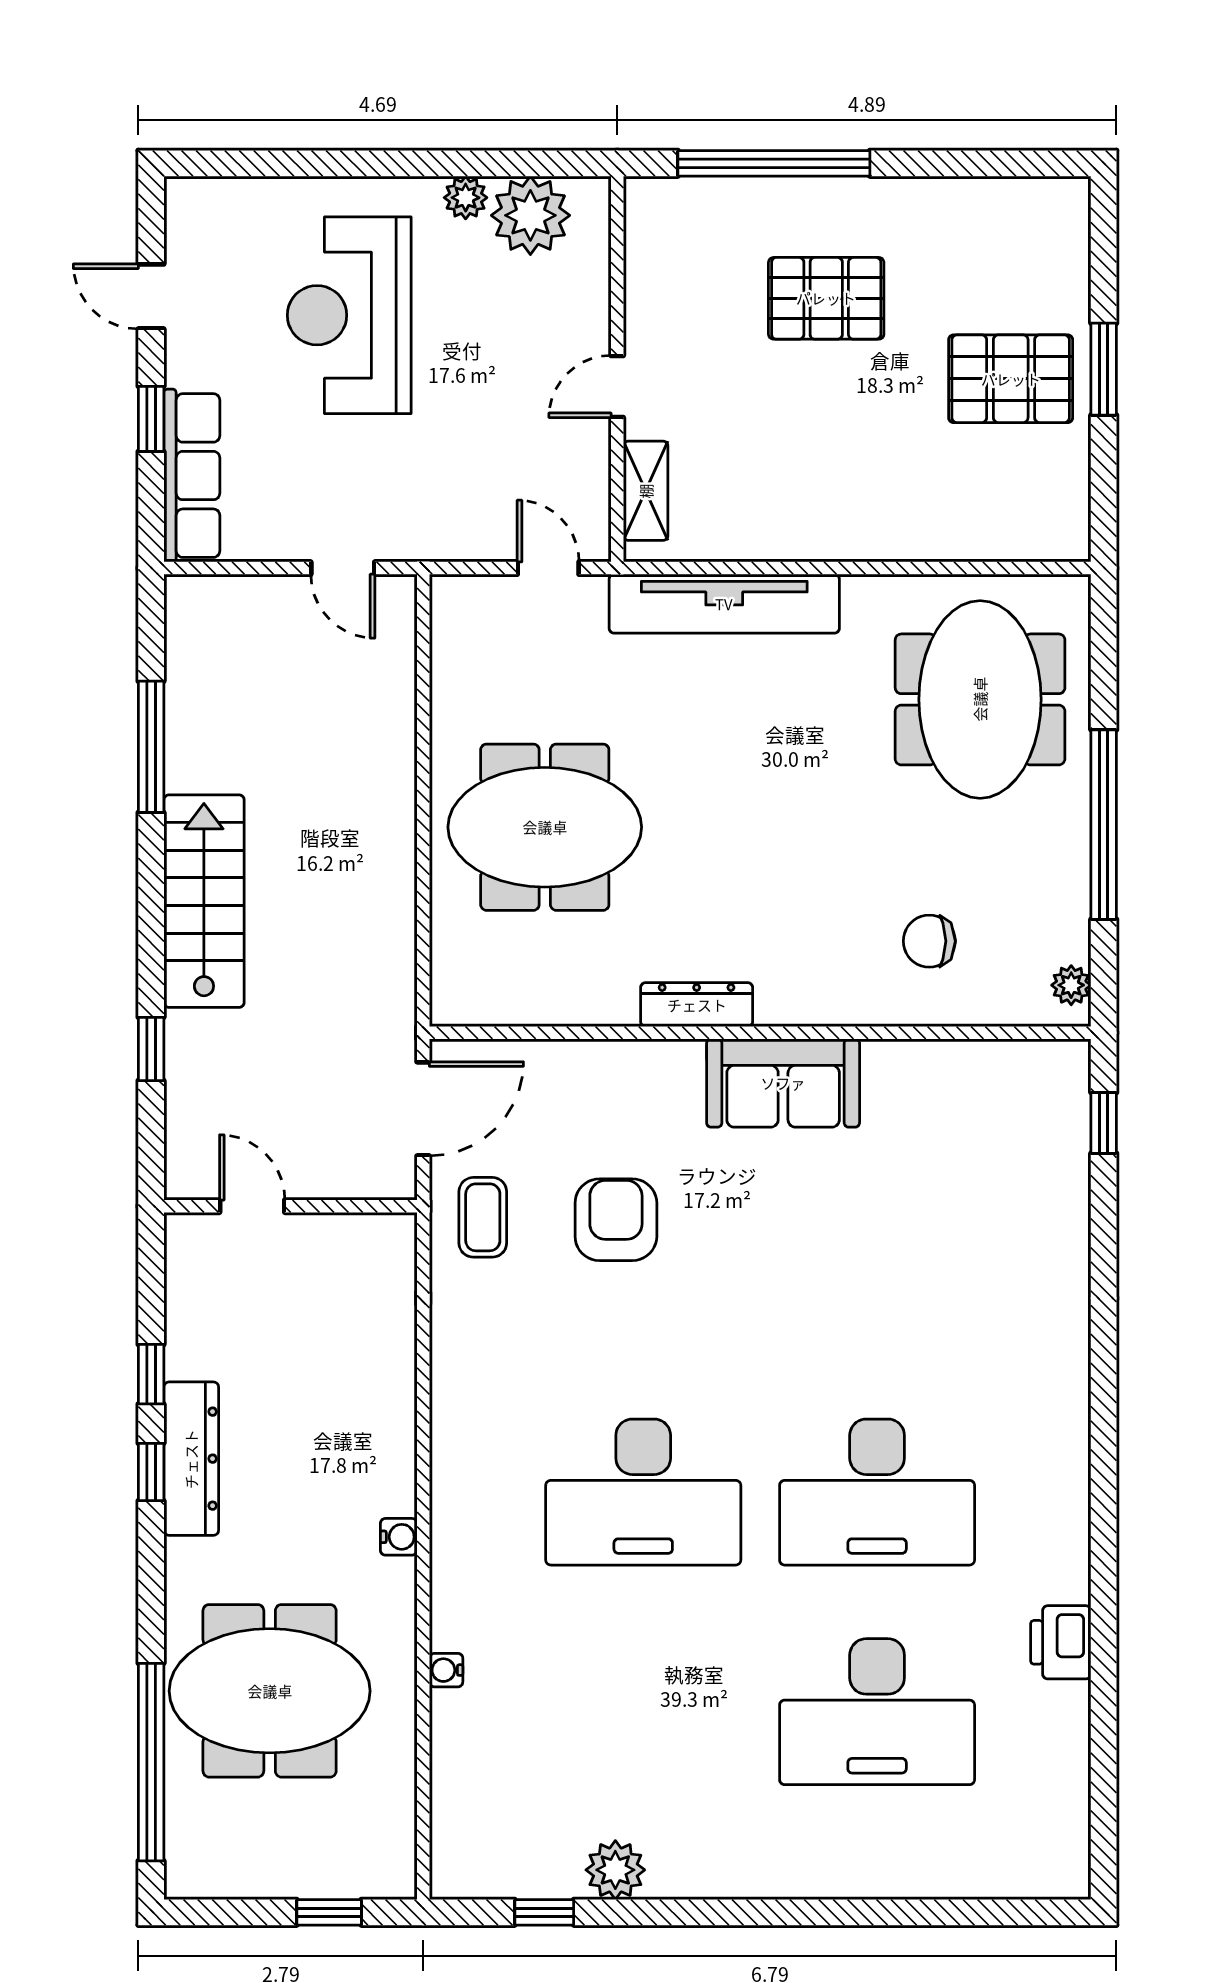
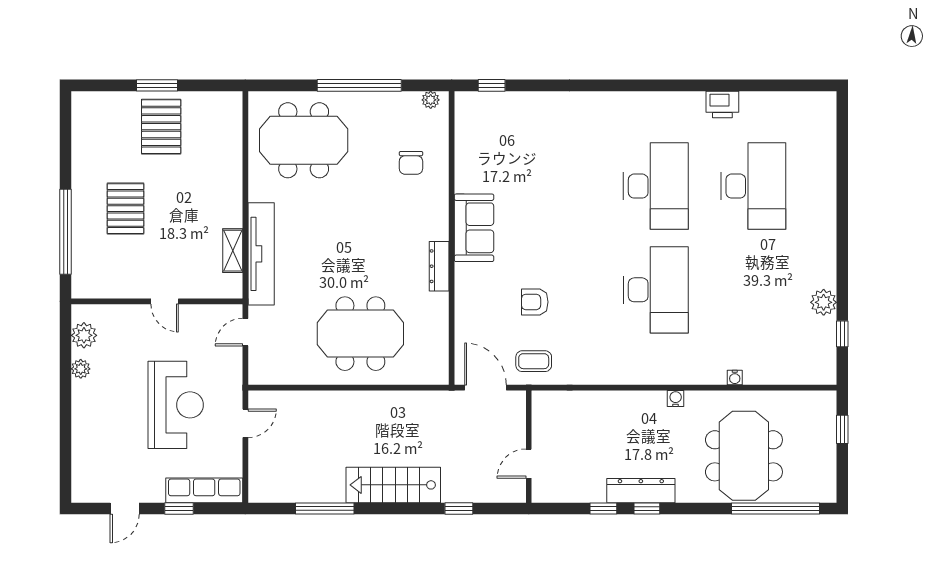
plant: (530, 215) -> (84, 335), width x0.73, depth x0.73
reception desk: (349, 315) -> (176, 405), moved, turned -90
shelving: (646, 491) -> (233, 251), moved, turned 90
meeting table: (545, 827) -> (360, 334), turned 90
armchair: (616, 1220) -> (535, 302), width x0.72, depth x0.72

